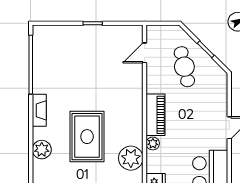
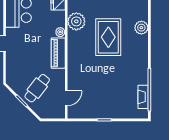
cafe table: (184, 67) -> (37, 88), turned 51
fireplace: (39, 110) -> (143, 97), moved

